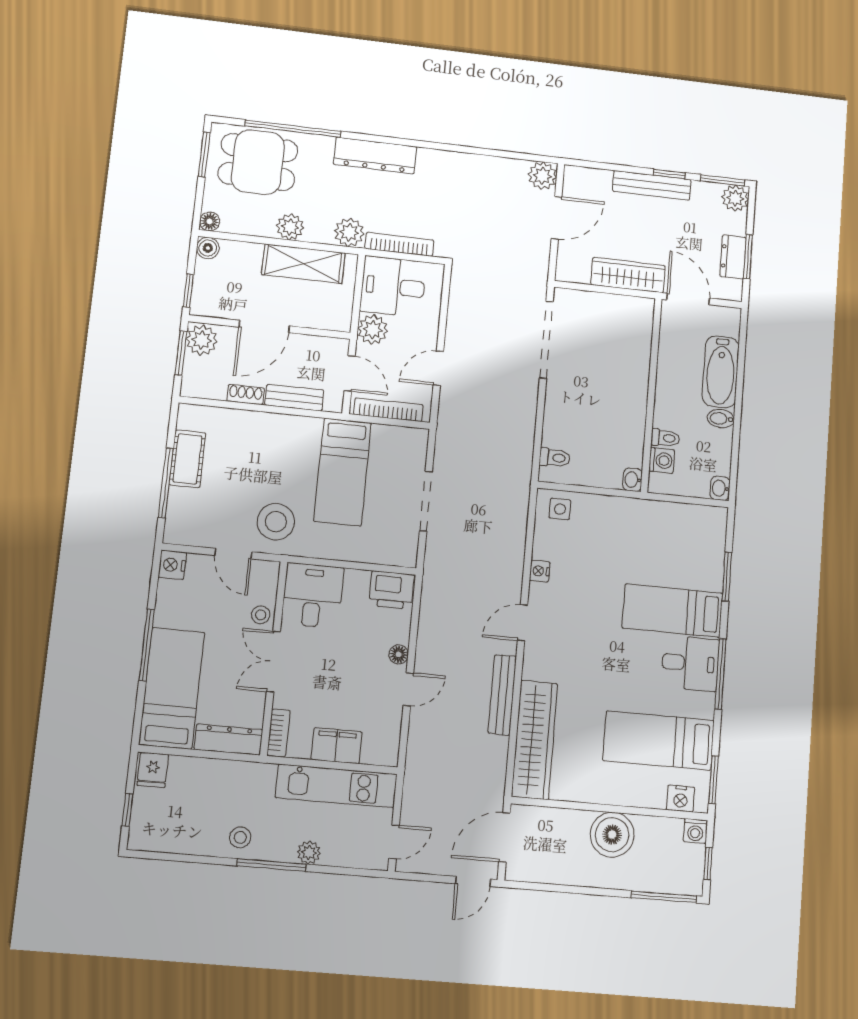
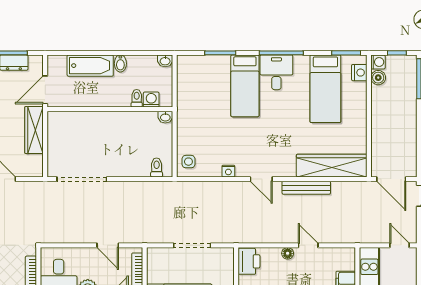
boiler: (612, 835) -> (378, 78), moved, width x0.54, depth x0.54

